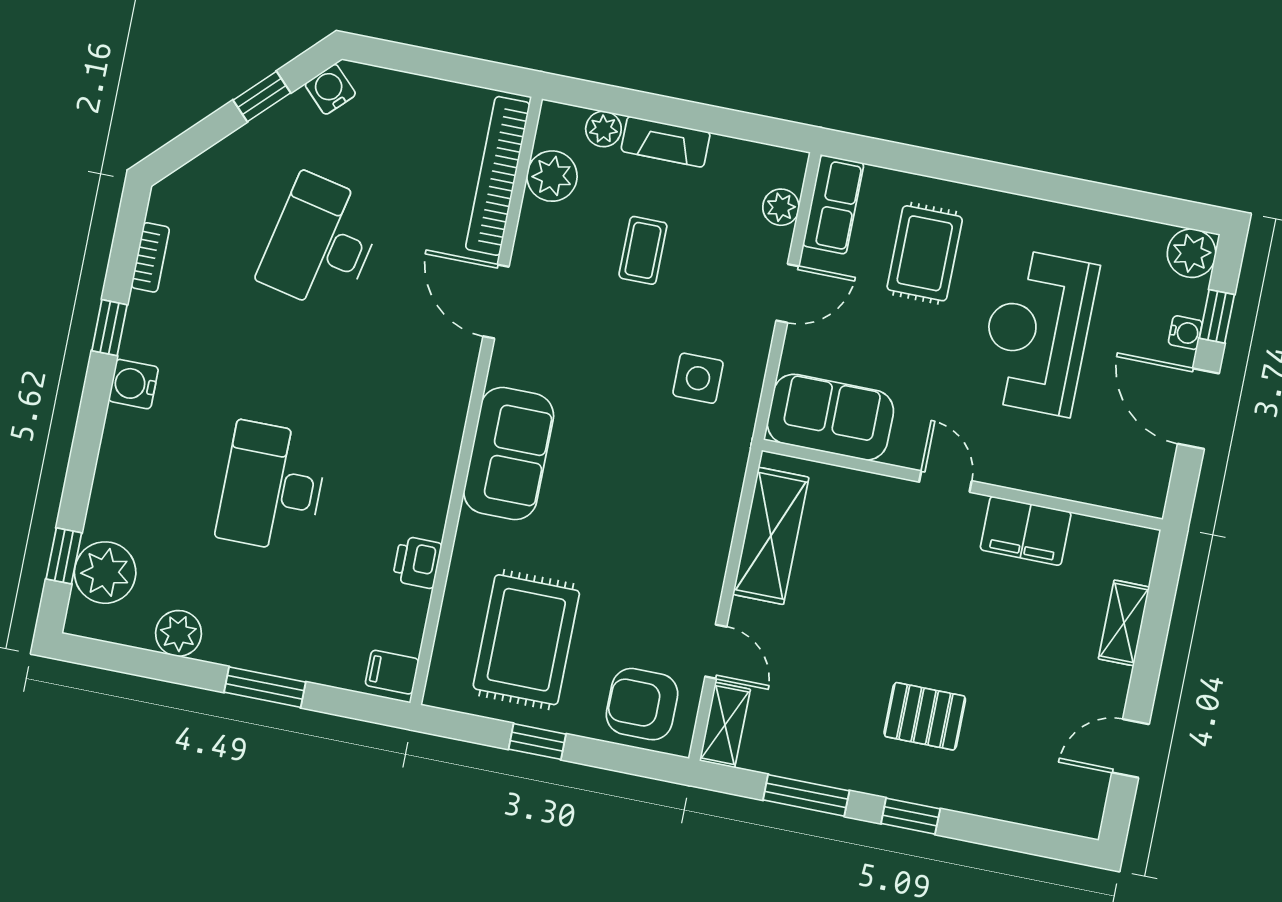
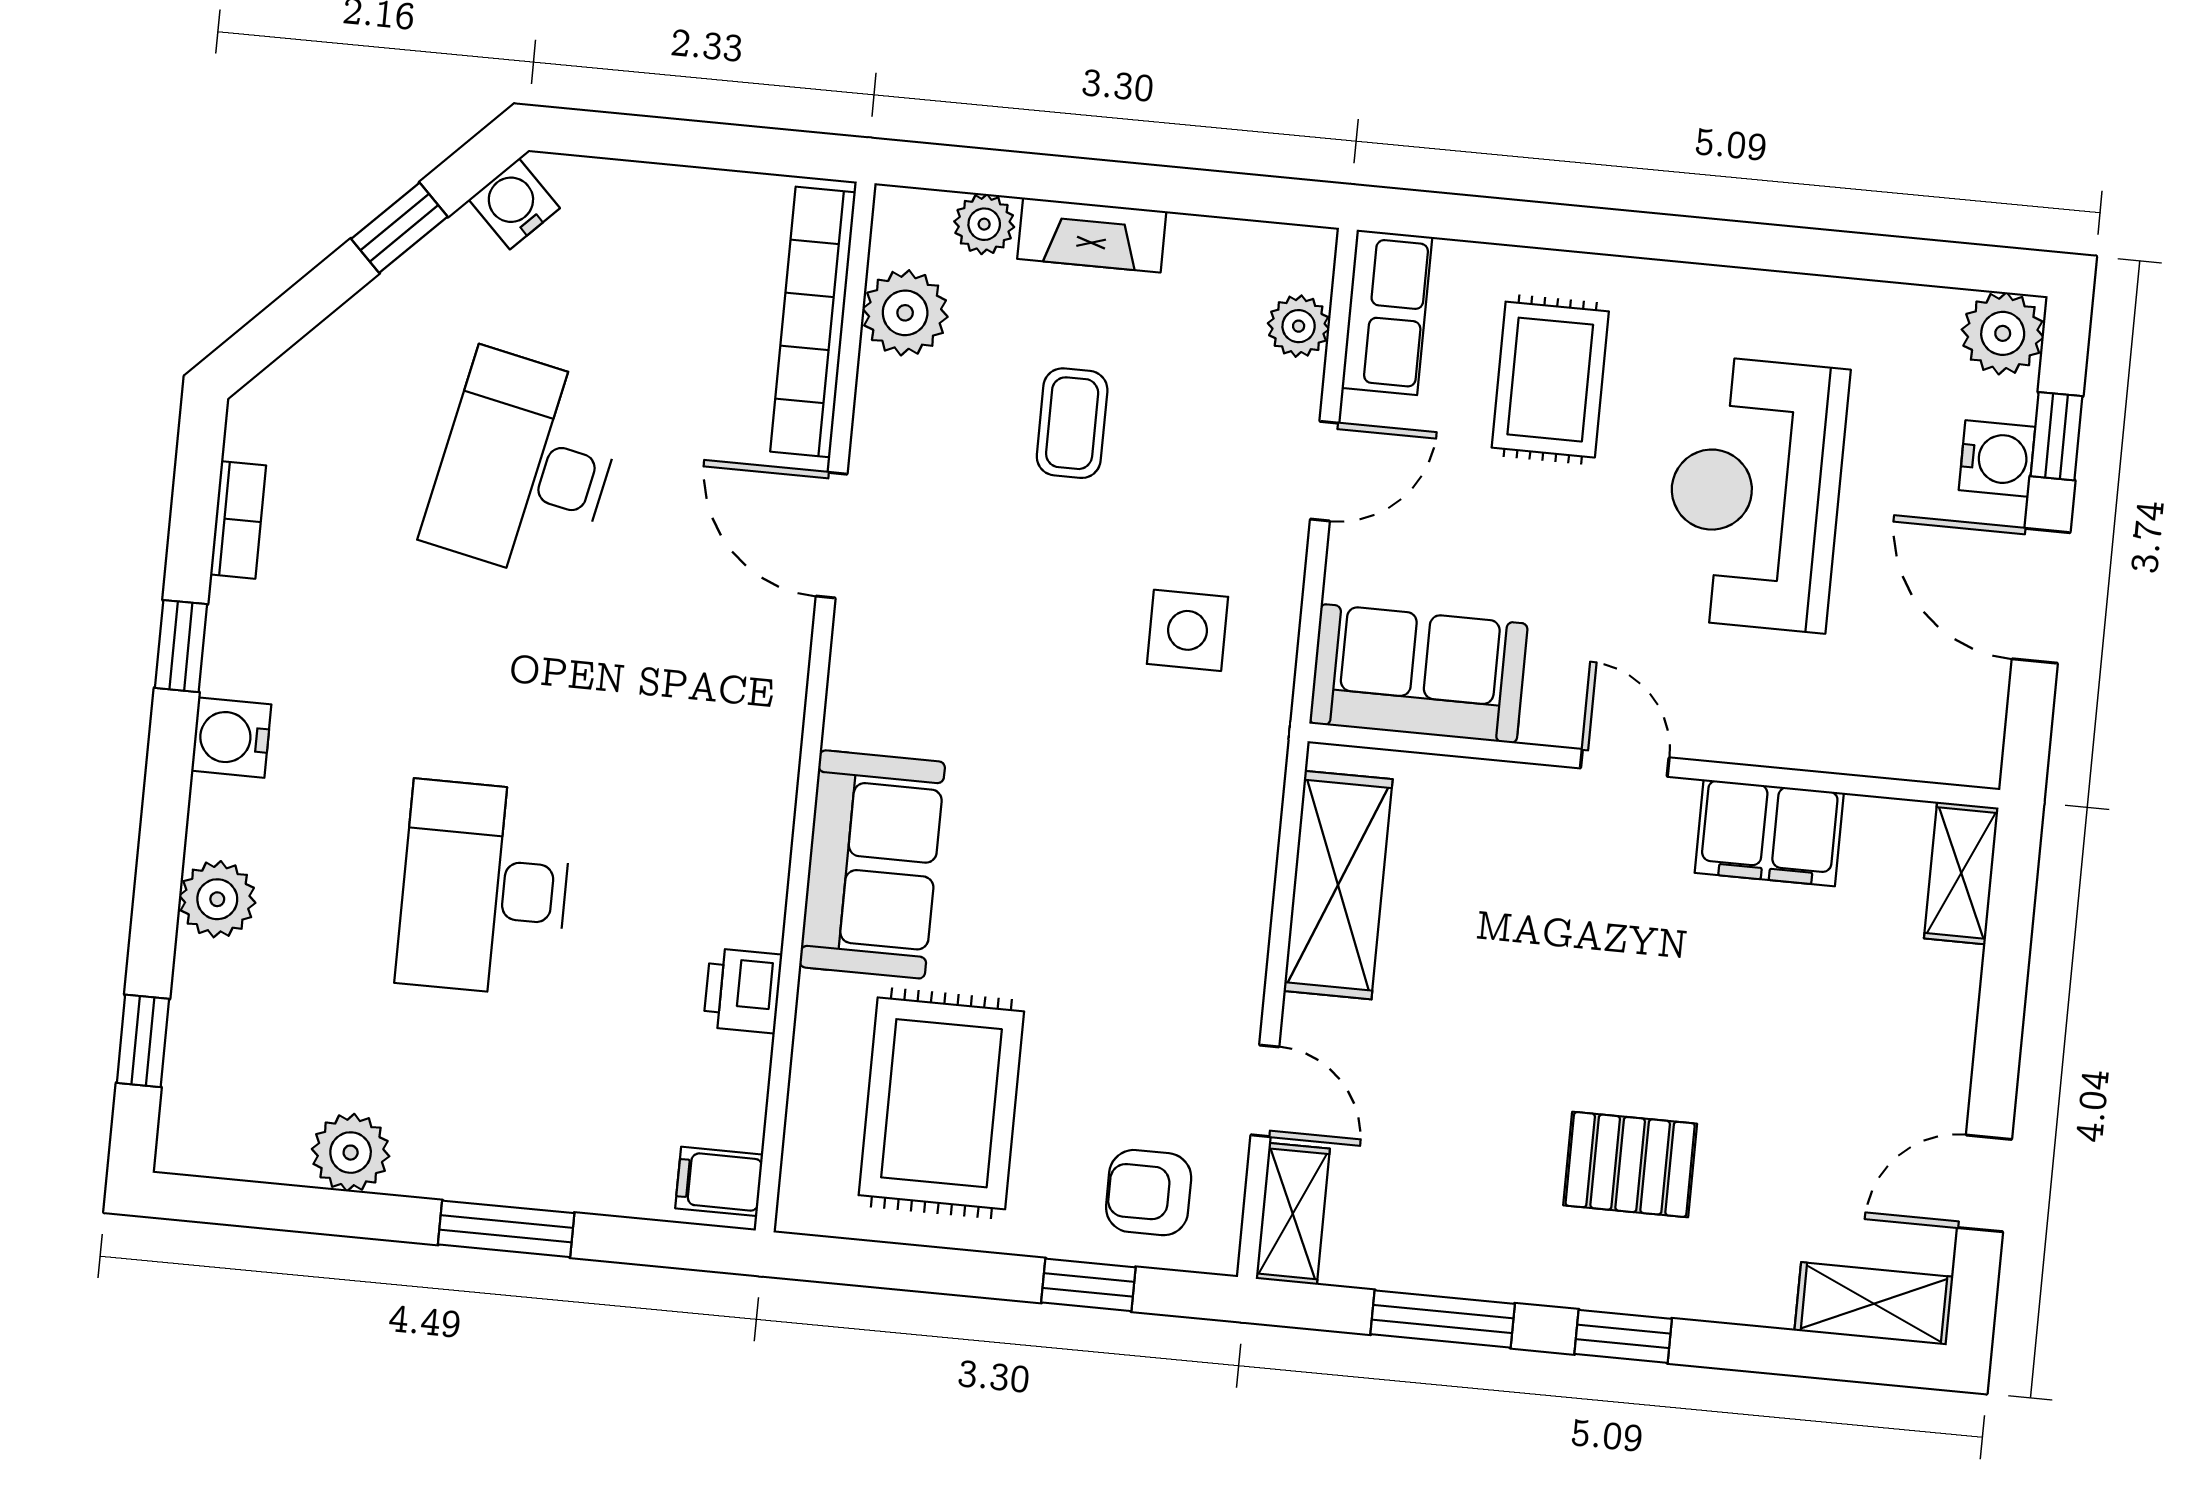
water cooler: (1185, 333) -> (1997, 458), width x1.38, depth x1.38
sofa: (509, 454) -> (872, 864), moved
plant: (105, 573) -> (217, 899), moved, width x0.73, depth x0.73
shelving: (1124, 623) -> (1961, 873), moved
armchair: (642, 704) -> (1149, 1193), width x0.72, depth x0.72
window: (537, 742) -> (1088, 1285), moved
shelving: (1059, 812) -> (1874, 1304), added

